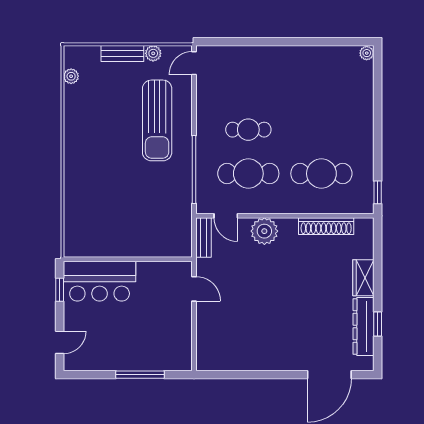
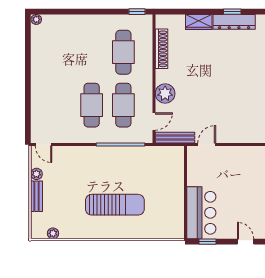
sun lounger: (157, 120) -> (115, 205), moved
cafe table: (248, 130) -> (92, 105), width x1.37, depth x1.35
bench: (204, 238) -> (175, 138), width x1.36

